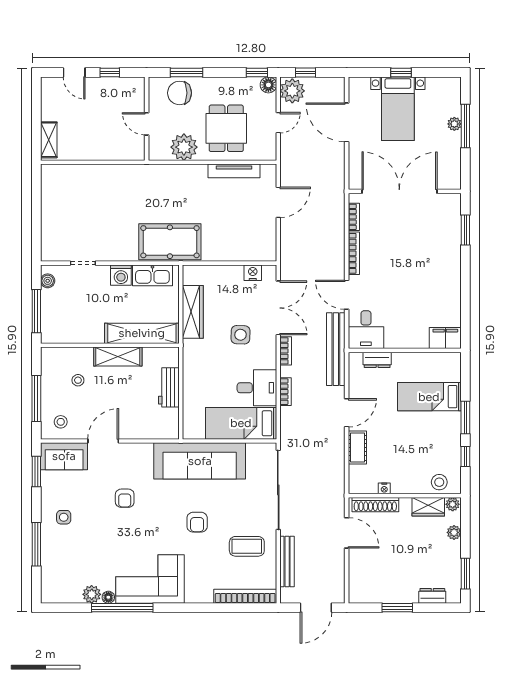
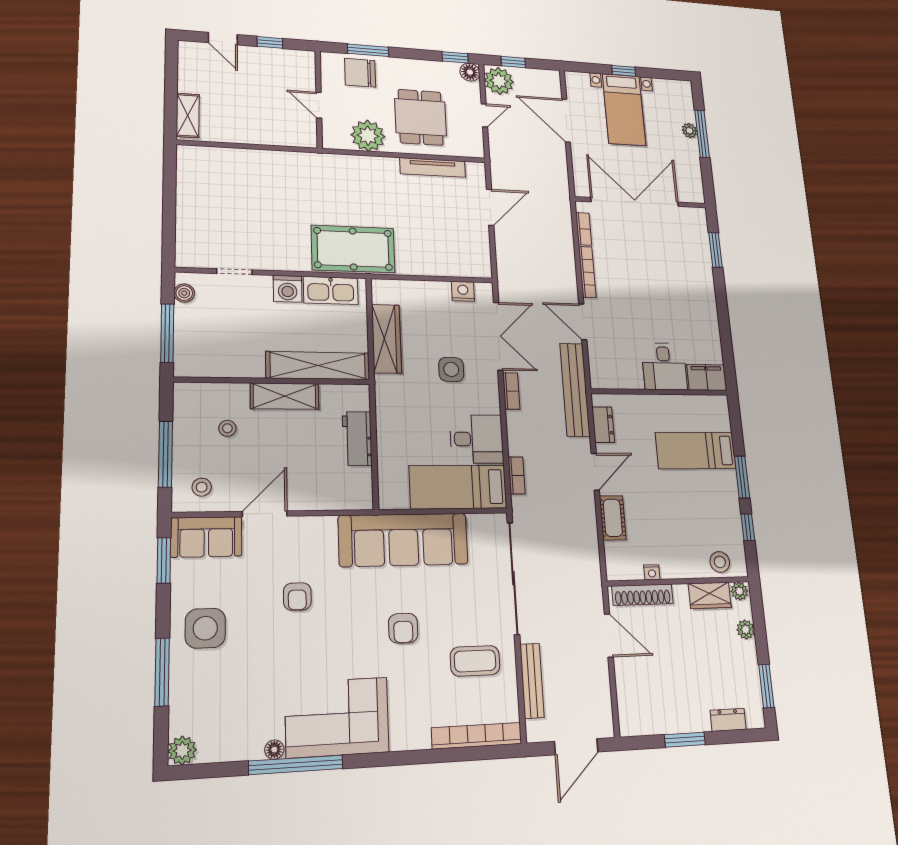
desk: (366, 330) -> (664, 366), moved
dresser: (377, 360) -> (603, 425), moved, turned -90
bookcase: (286, 392) -> (517, 475), moved
side table: (64, 517) -> (205, 628), width x1.87, depth x1.87
plant: (92, 594) -> (182, 750), moved

